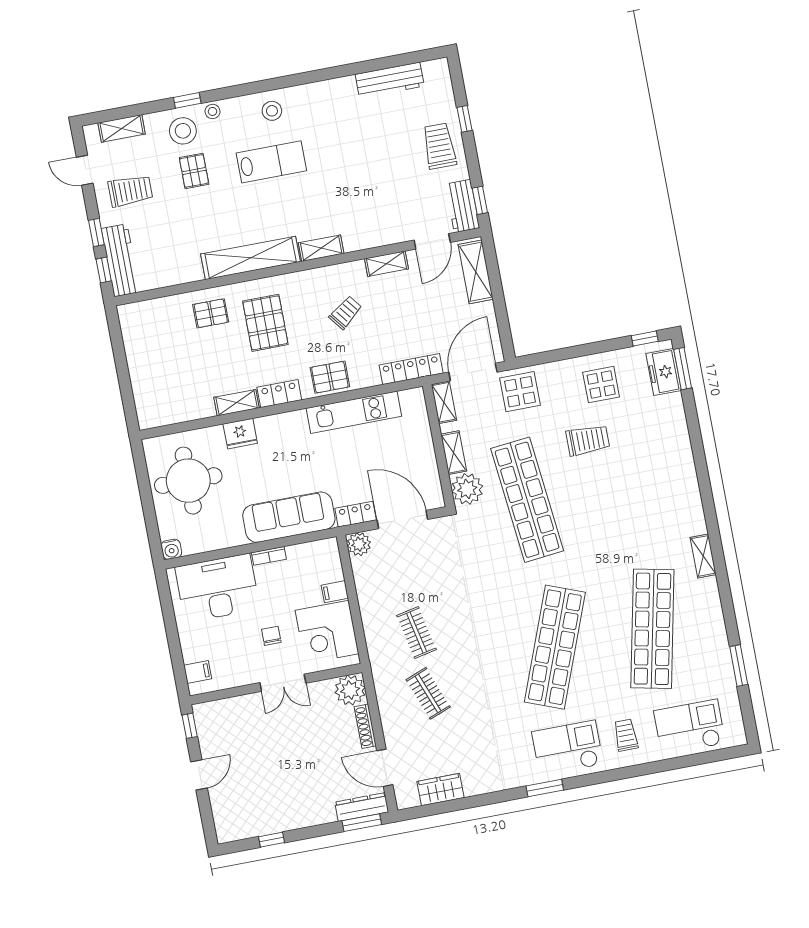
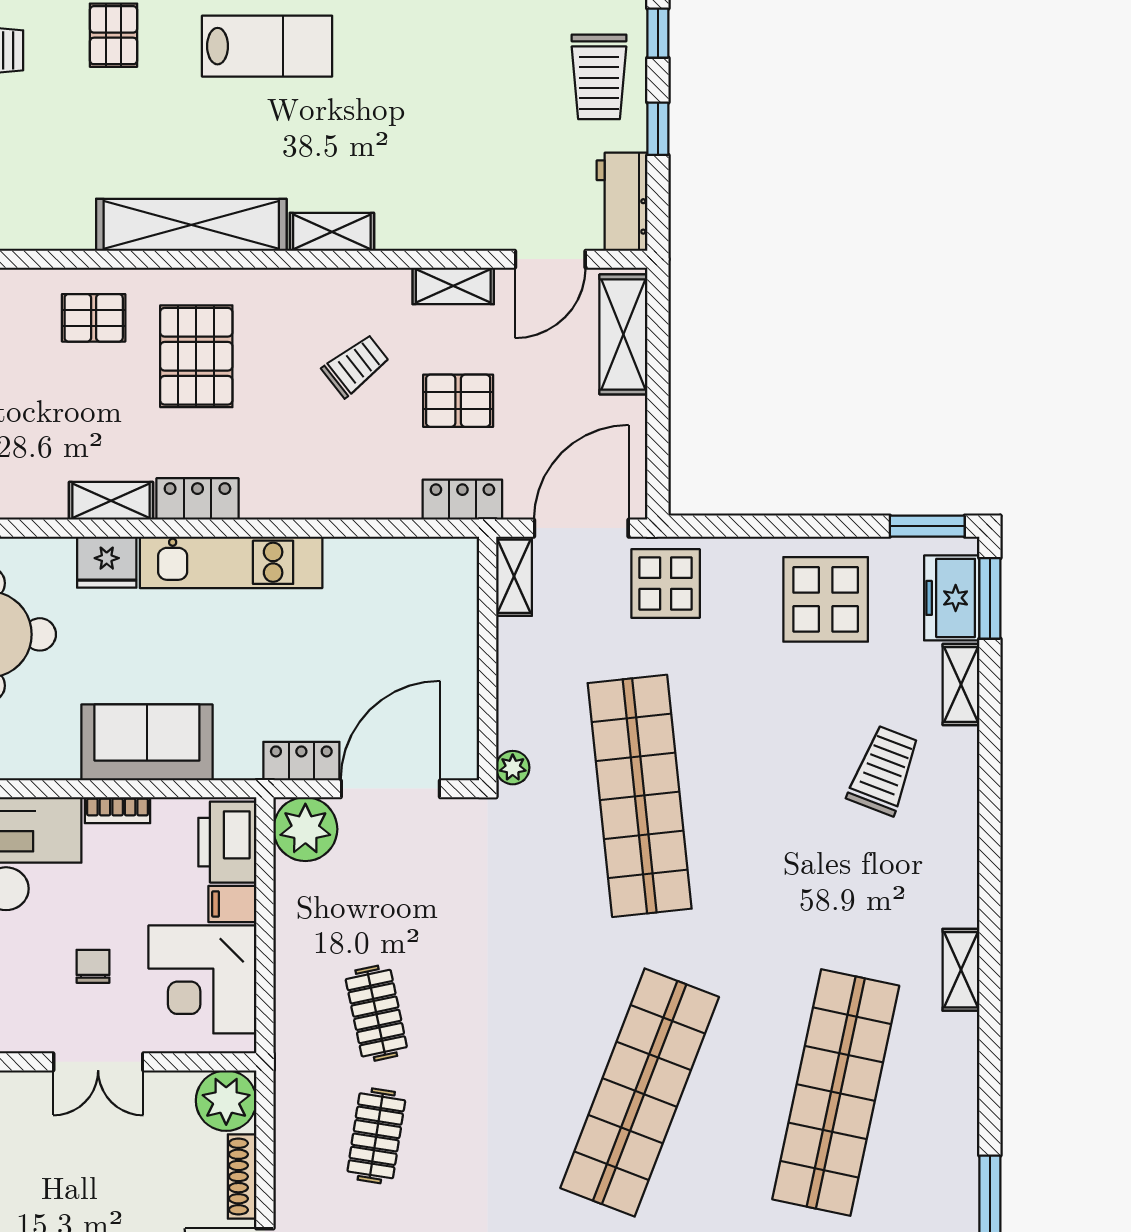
trolley: (439, 146) -> (599, 77), turned 180
window: (480, 200) -> (658, 129), moved
window: (645, 339) -> (927, 526), width x1.50
locker: (411, 369) -> (462, 500), width x0.66
pallet: (330, 377) -> (458, 401), moved
display table: (601, 385) -> (826, 599), width x1.36, depth x1.36
kitchen unit: (354, 412) -> (231, 562), moved
trolley: (588, 440) -> (884, 770), moved, turned -69
shelving: (454, 453) -> (961, 684), moved
plant: (467, 489) -> (513, 768), width x0.53, depth x0.53
sofa: (289, 517) -> (147, 742), width x0.73
door: (402, 520) -> (390, 789), hinge flipped
plant: (359, 544) -> (305, 829), width x1.36, depth x1.36
printer: (326, 561) -> (227, 842), added
clothes rail: (428, 693) -> (376, 1136), turned 30

